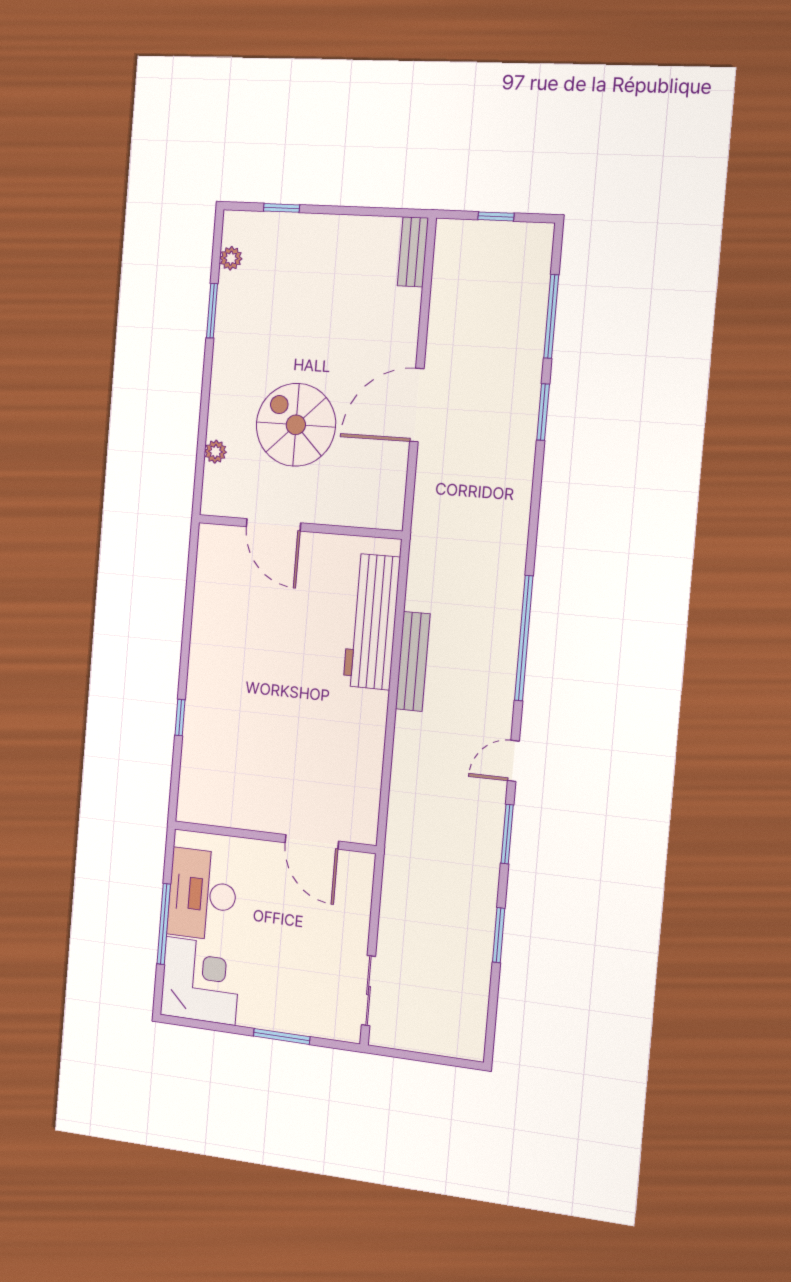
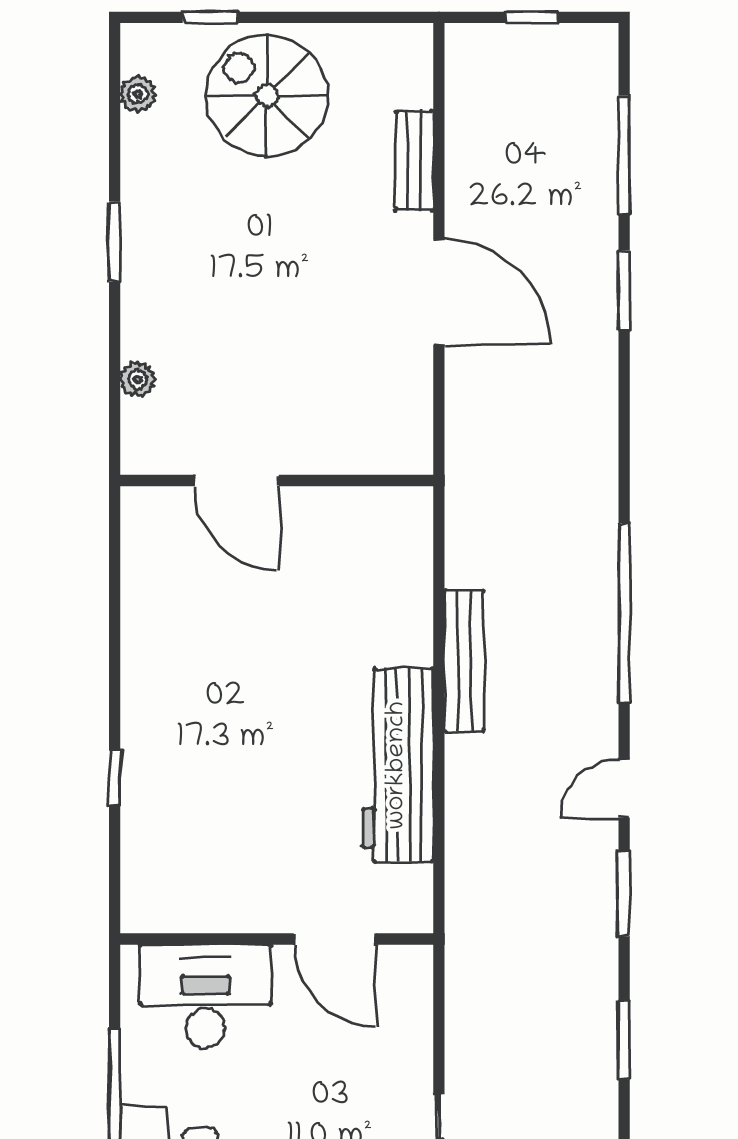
bench: (413, 252) -> (414, 161), moved
window: (212, 311) -> (115, 241), moved
door: (417, 405) -> (439, 292), swing flipped
spiral stairs: (296, 425) -> (267, 96), moved
workbench: (372, 622) -> (398, 765), moved
desk: (202, 894) -> (205, 996), moved, turned 90

